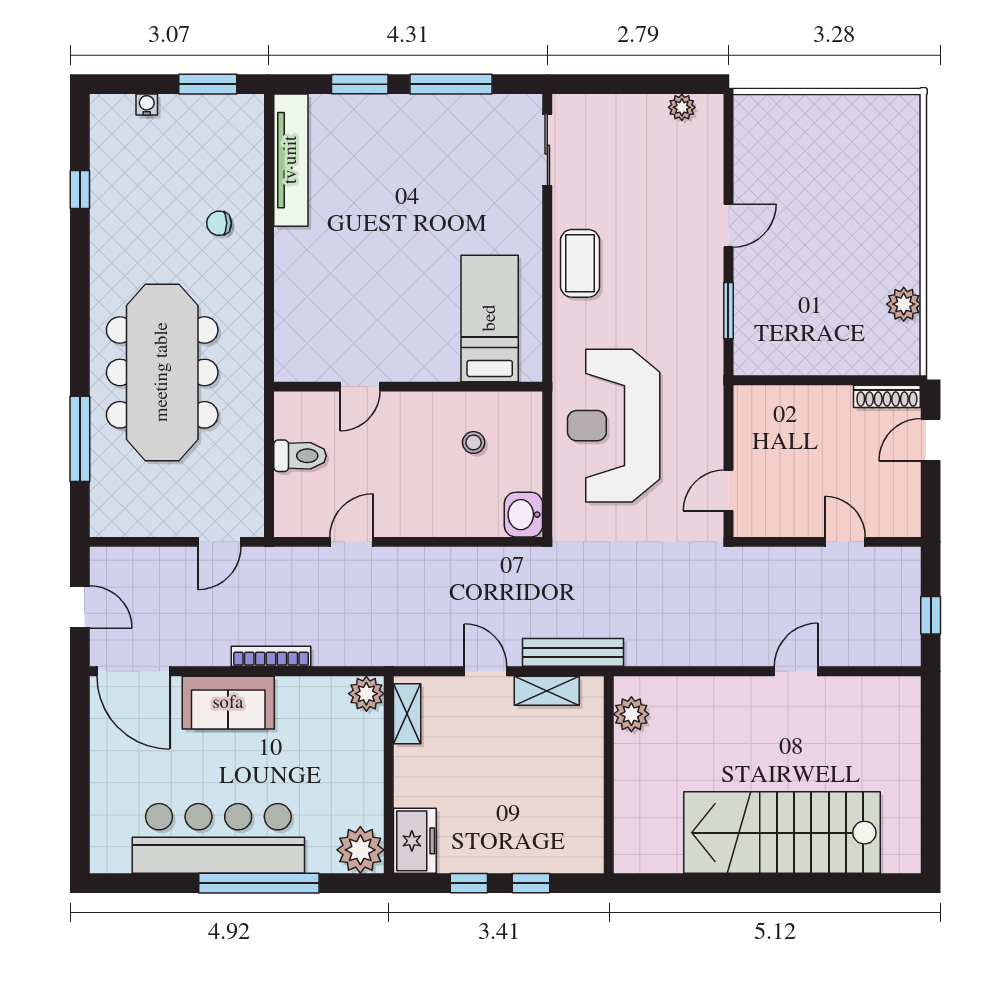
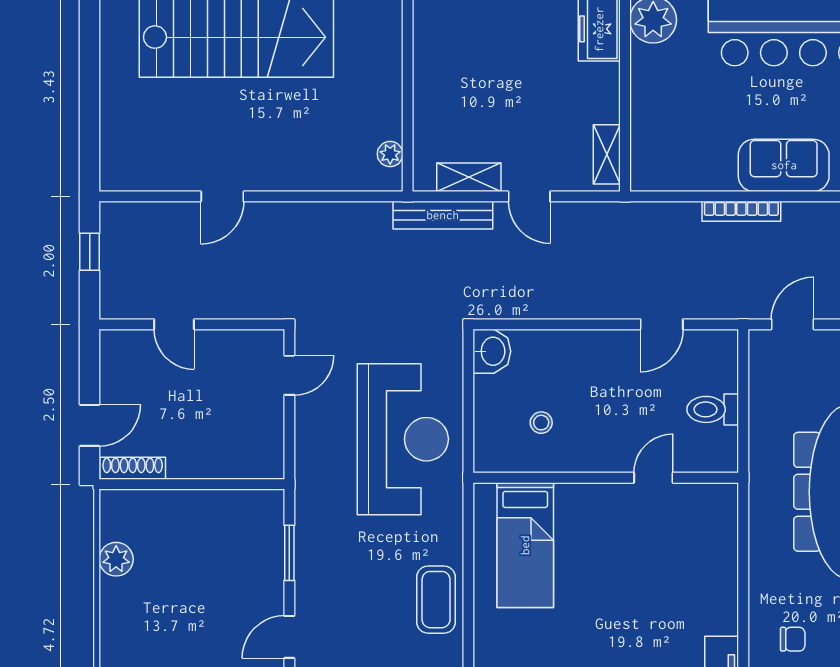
plant: (366, 694) -> (647, 174), removed
plant: (631, 714) -> (390, 154), width x0.73, depth x0.73

